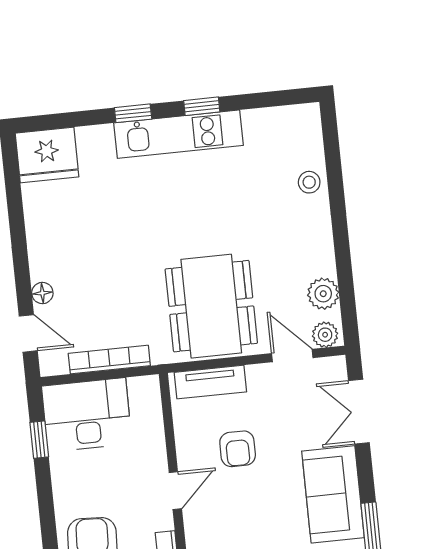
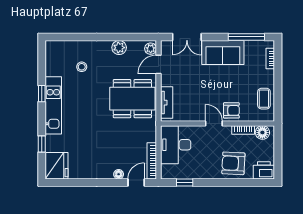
window: (133, 113) -> (42, 144), moved
stool: (309, 182) -> (82, 67), moved
plant: (323, 294) -> (119, 48), moved
bookcase: (109, 360) -> (152, 161), moved
desk: (87, 415) -> (176, 145), moved
armchair: (238, 449) -> (231, 110), moved

